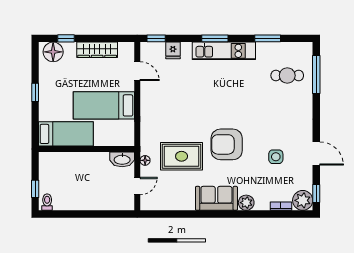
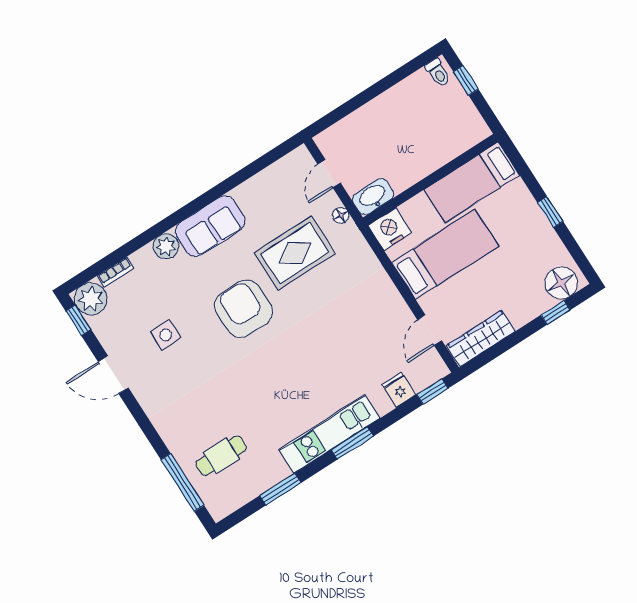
wardrobe: (97, 50) -> (481, 338), moved
door: (137, 71) -> (430, 330), hinge flipped
nightstand: (124, 137) -> (390, 229), added
armchair: (227, 144) -> (244, 309), turned -90

